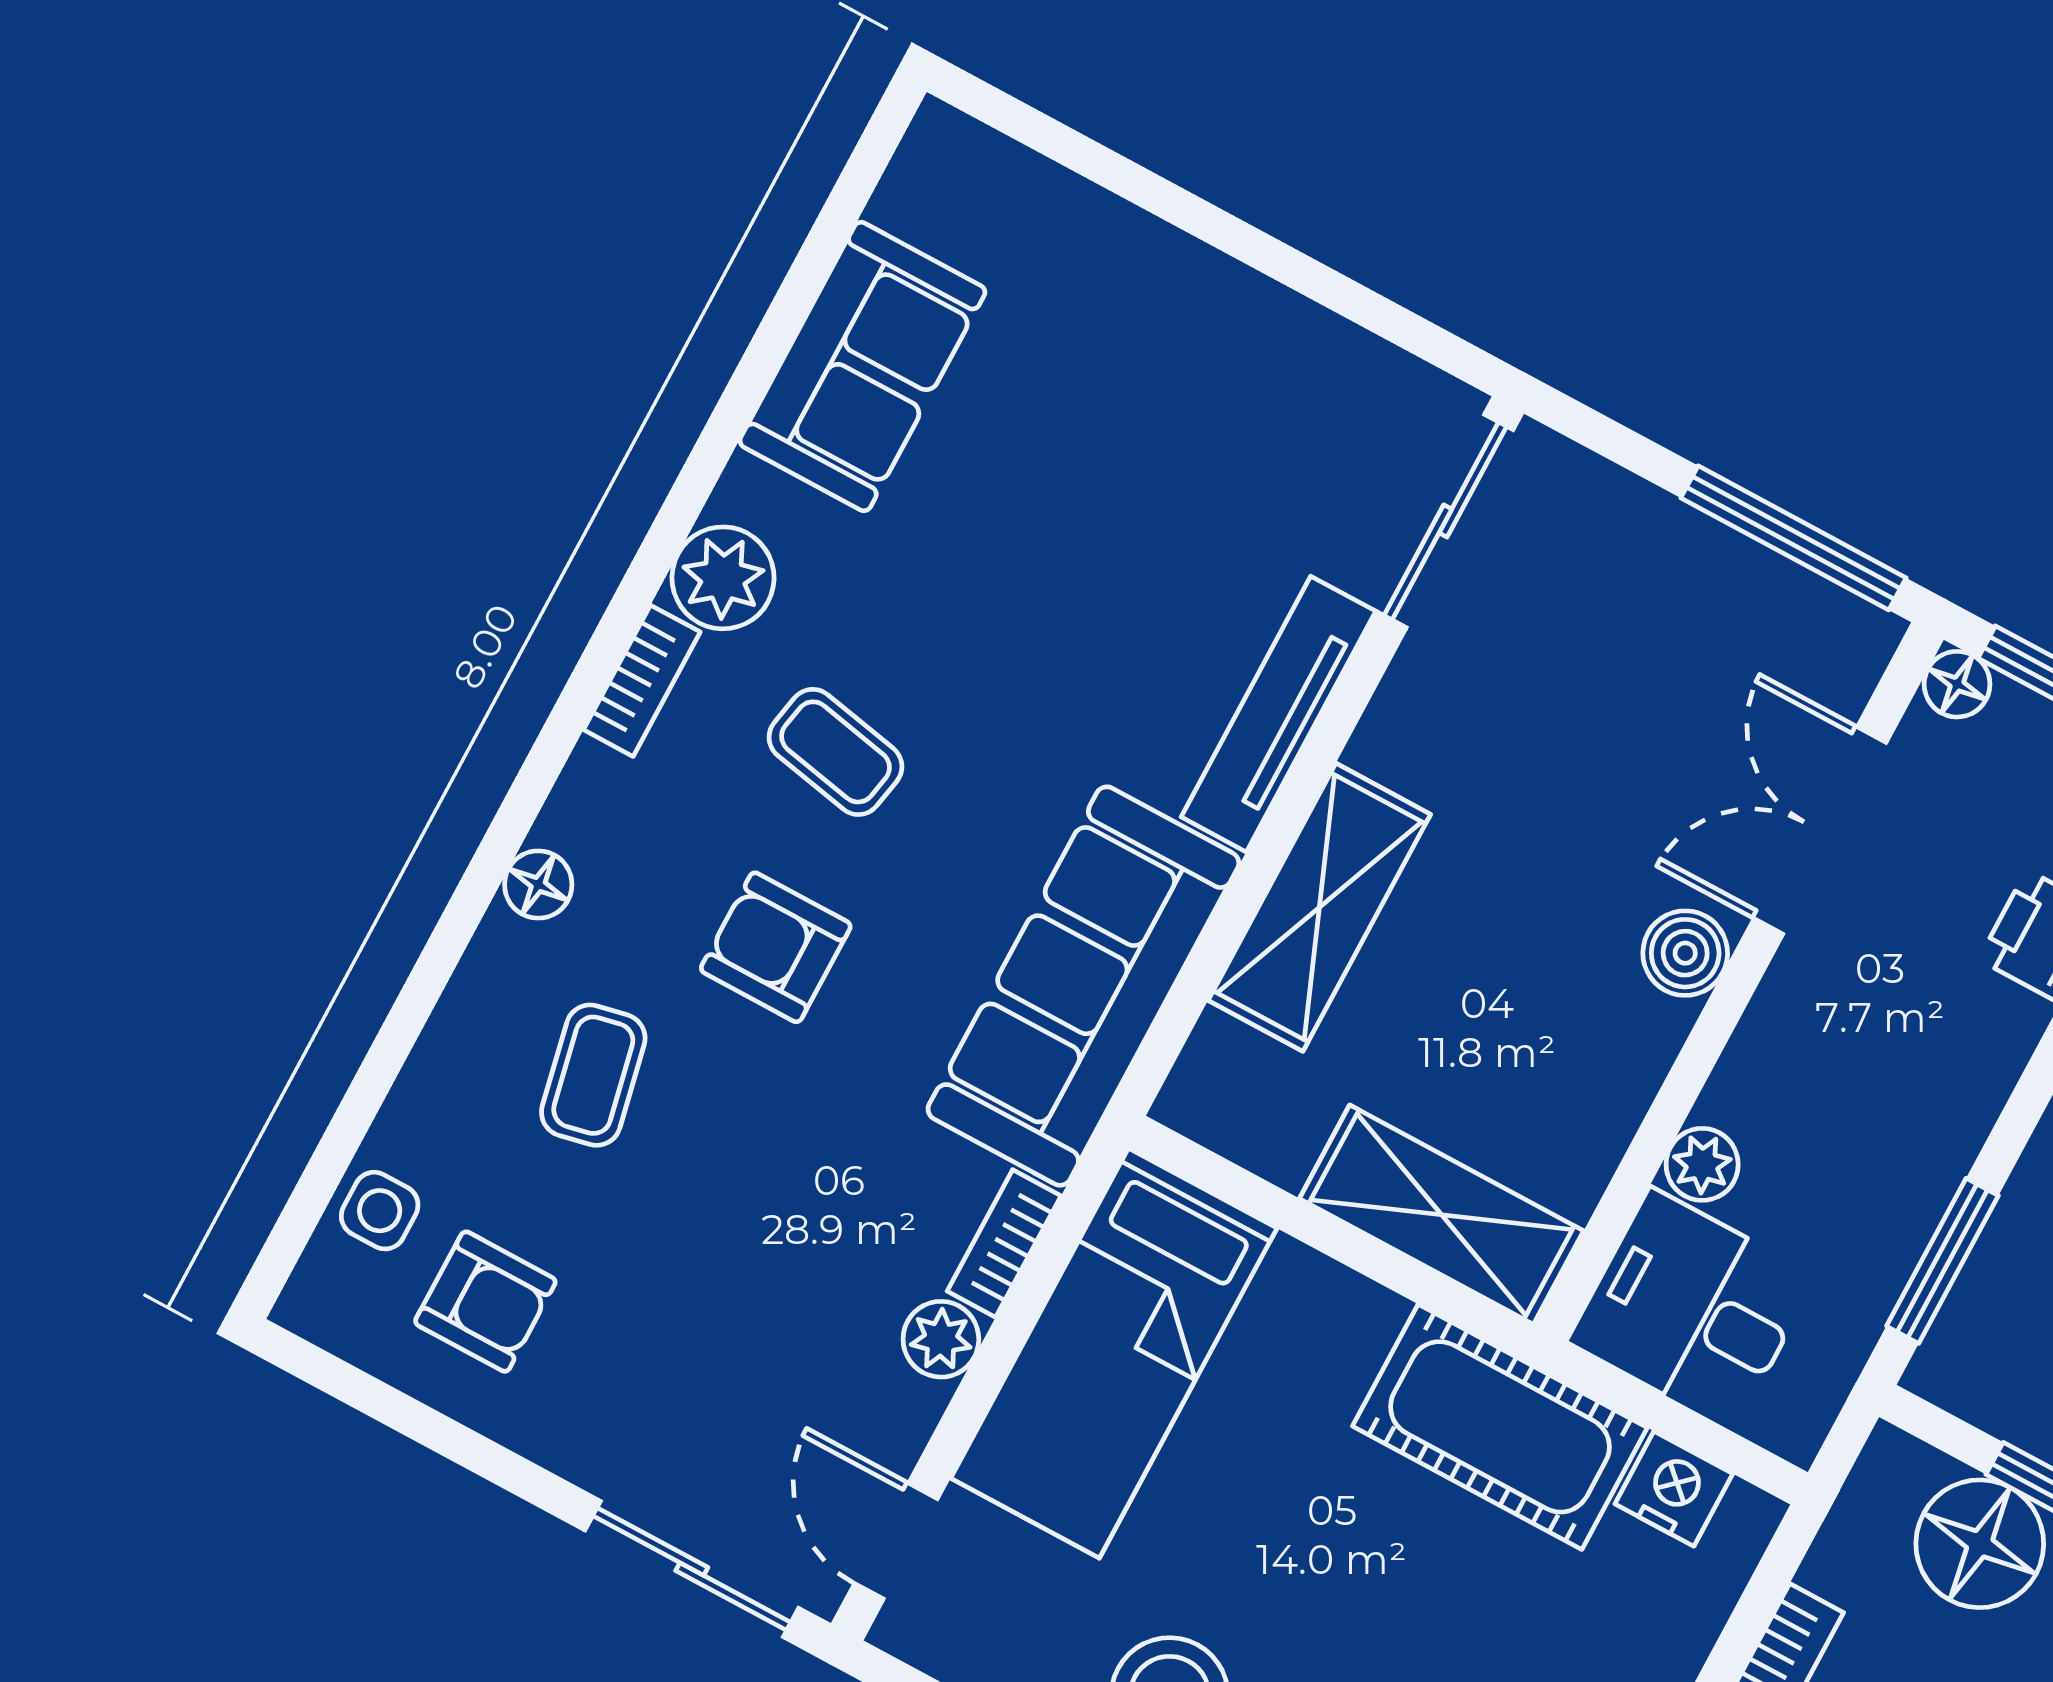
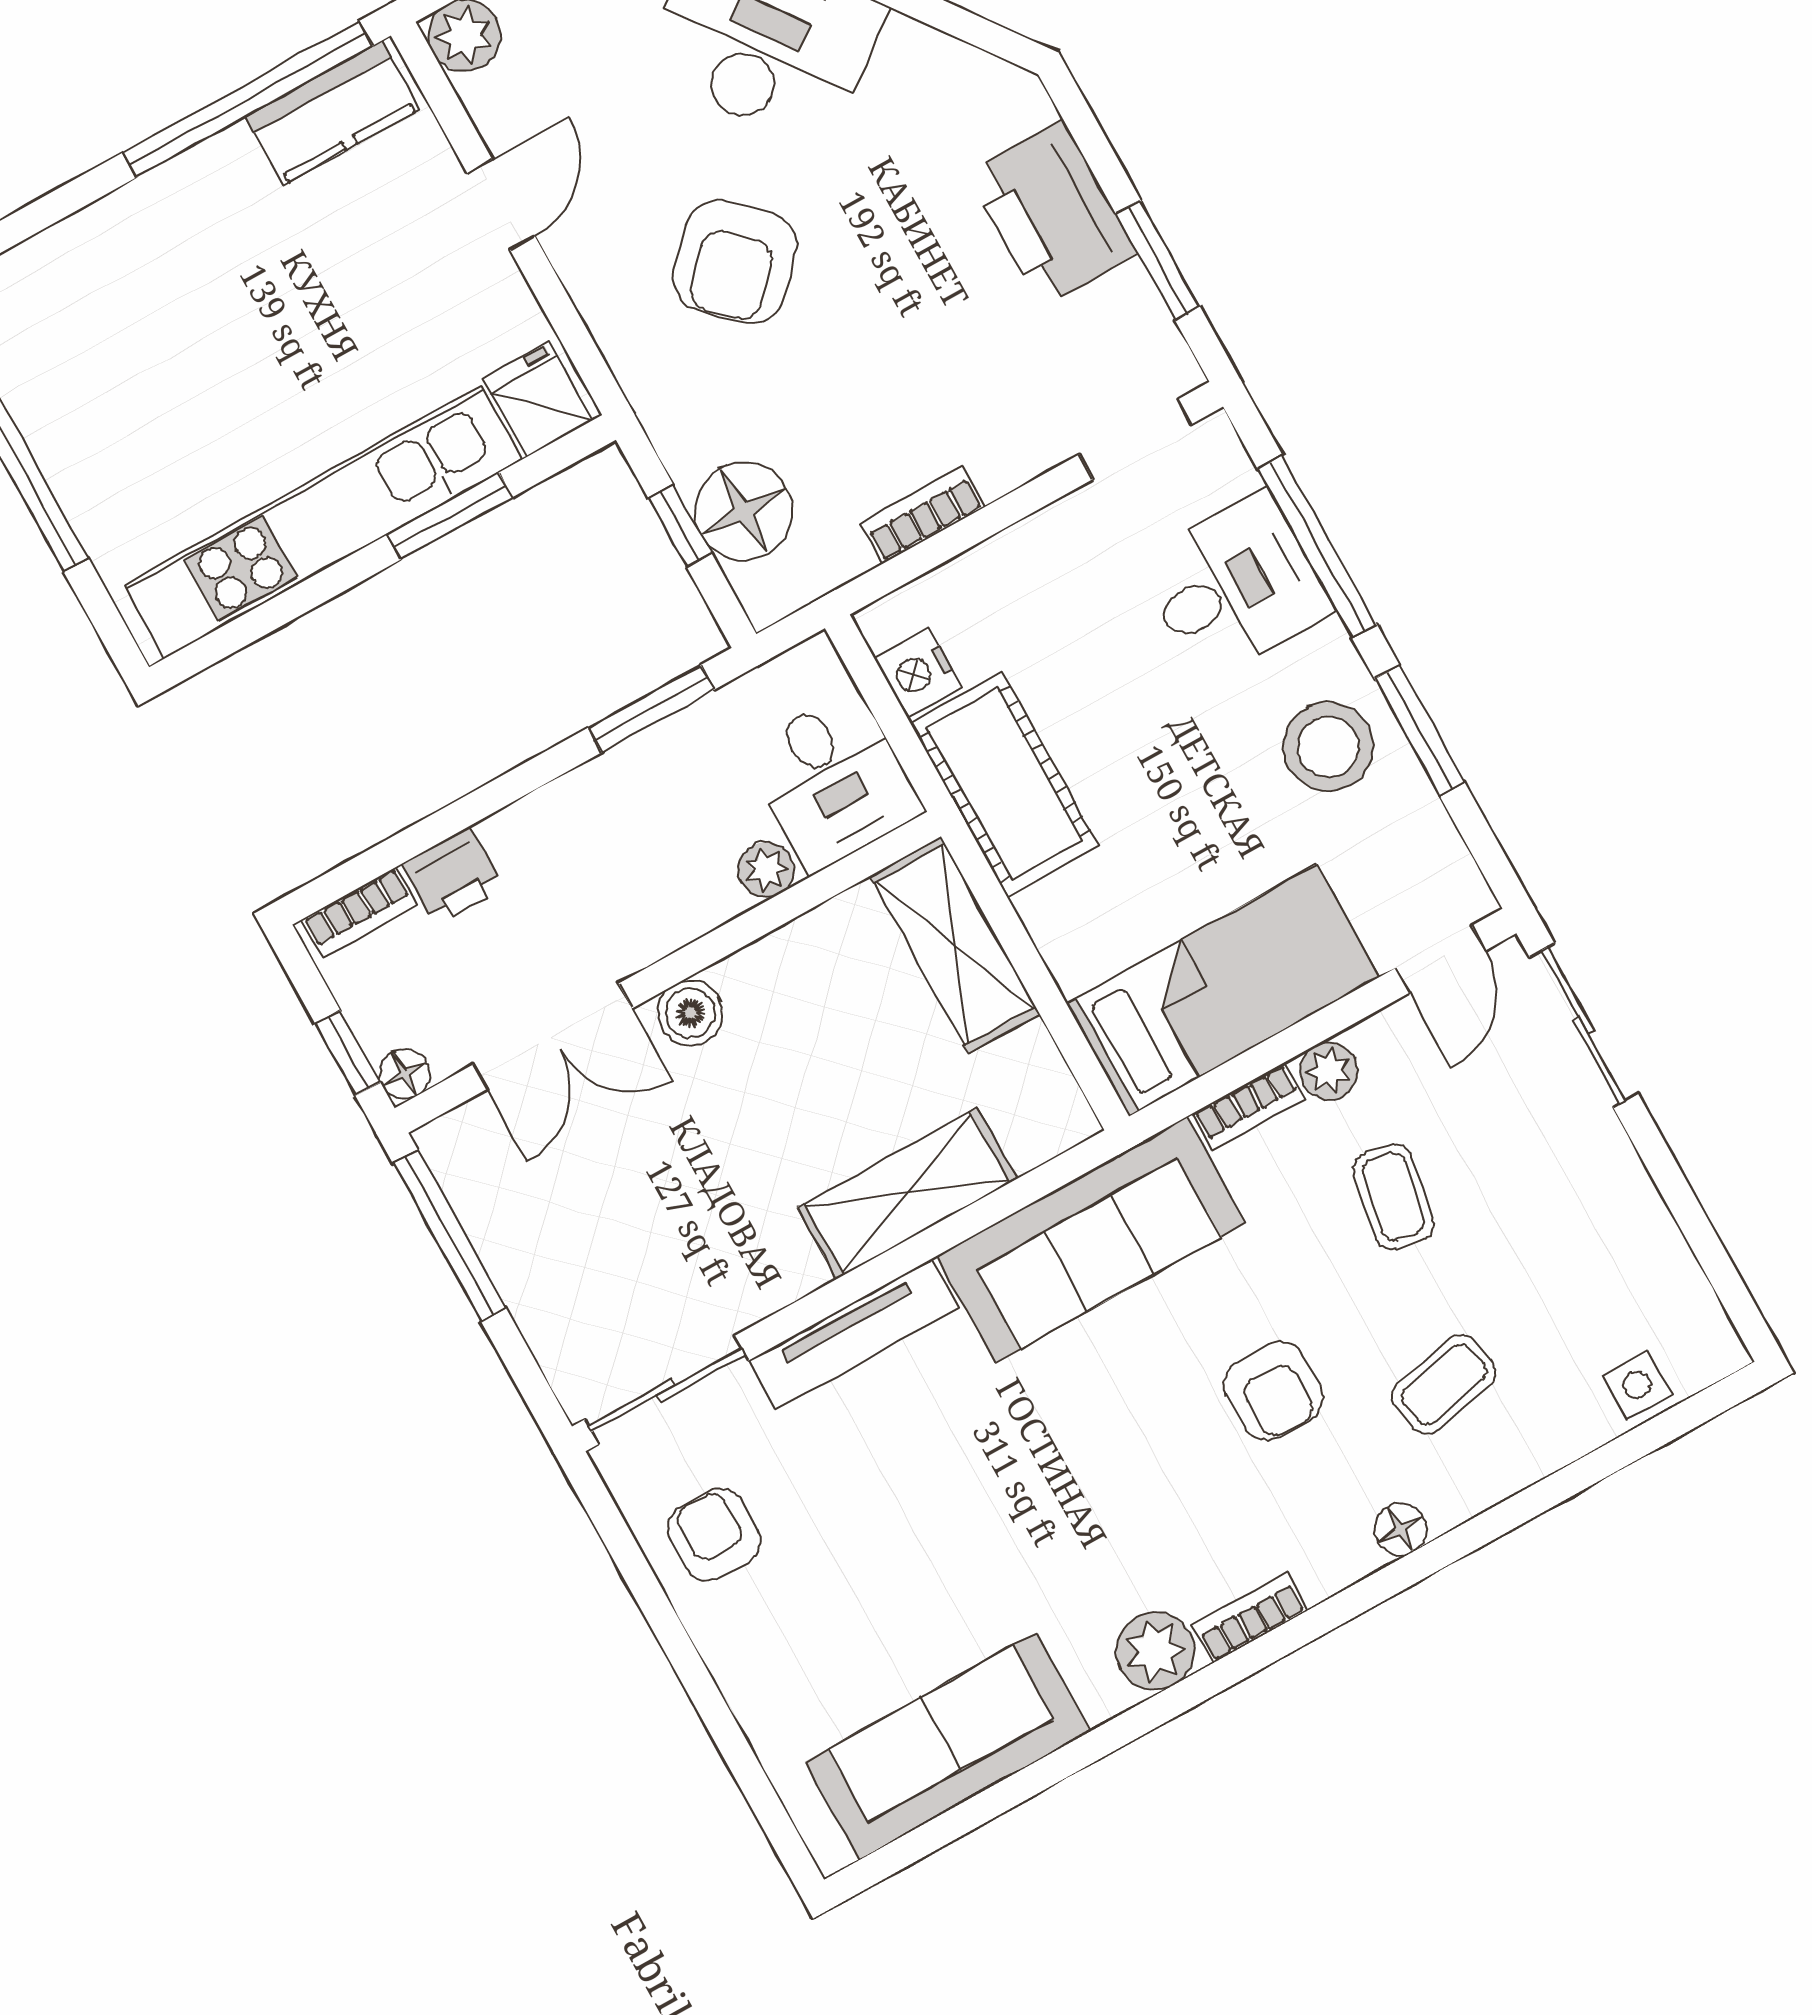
sofa: (862, 367) -> (948, 1747), width x1.36
coffee table: (835, 752) -> (1393, 1197), moved
armchair: (485, 1302) -> (714, 1535), moved

